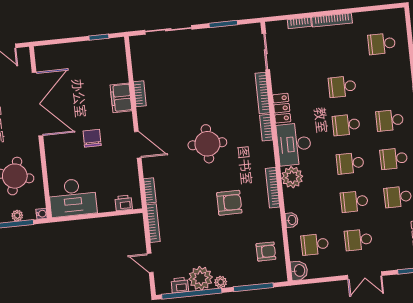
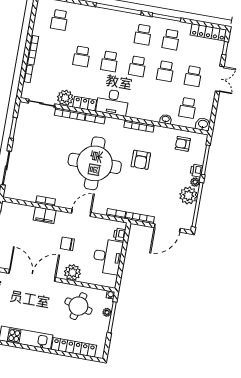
school desk: (390, 120) -> (115, 30), removed
round table: (207, 144) -> (95, 163), width x1.86, depth x1.86
plant: (56, 156) -> (72, 272), added
plant: (292, 177) -> (65, 98), moved
desk: (73, 197) -> (108, 257), moved
armchair: (229, 203) -> (141, 160), turned 180
armchair: (266, 252) -> (183, 144), turned -90
door: (150, 263) -> (167, 228), width x1.87
printer: (180, 285) -> (196, 171), moved

